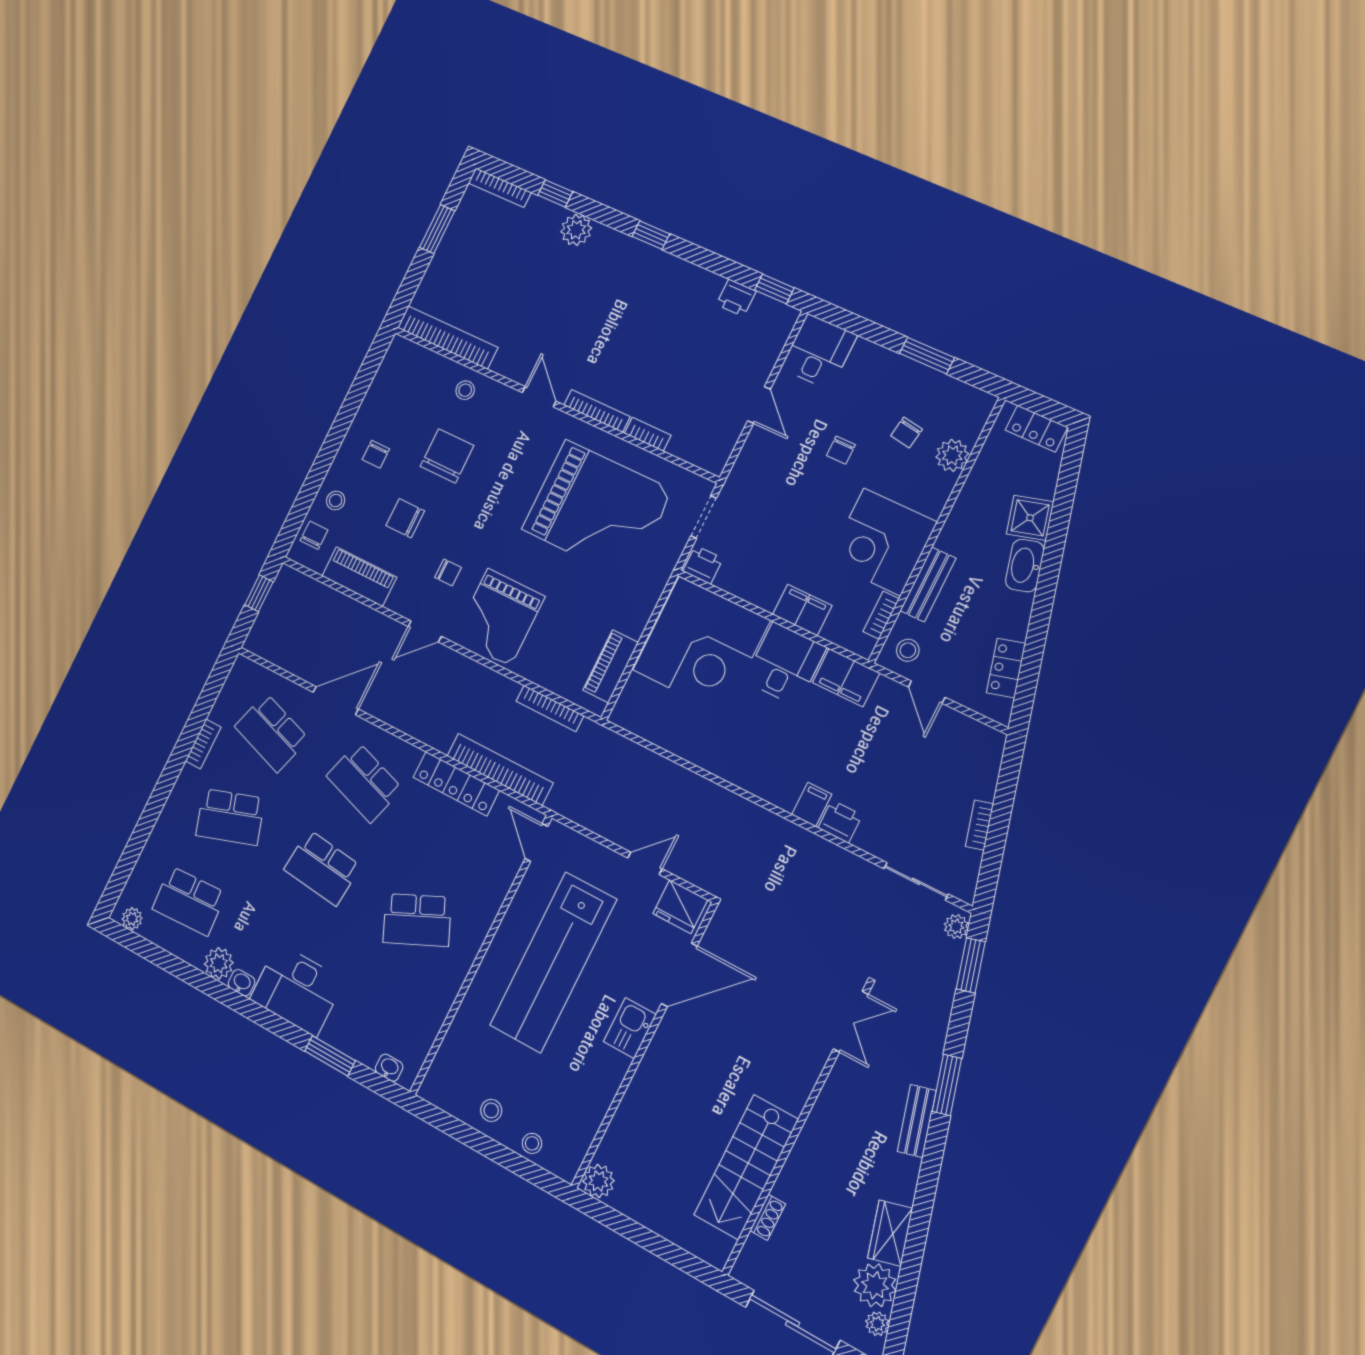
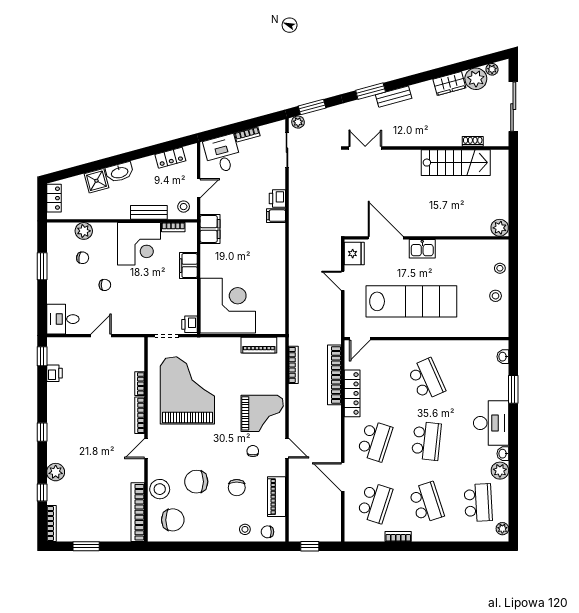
stool: (465, 390) -> (160, 489), width x1.89, depth x1.89
chair: (376, 454) -> (173, 520), moved, width x1.87, depth x1.87
desk: (785, 664) -> (222, 154), moved, turned 75

